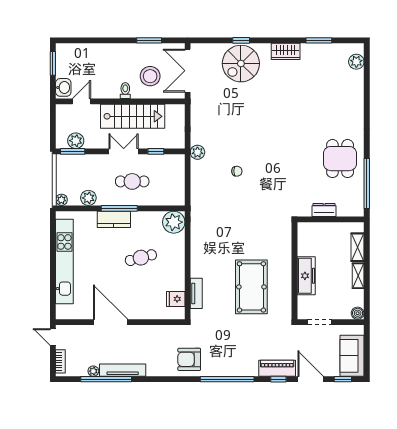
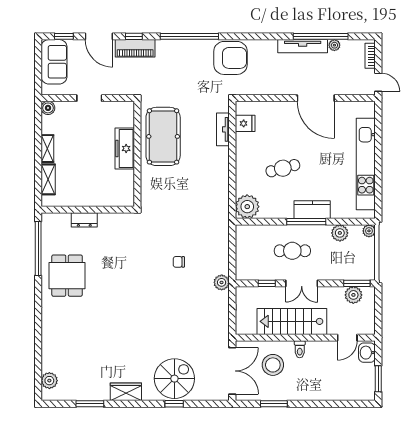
wall: (295, 271) -> (137, 154), moved
freezer: (306, 276) -> (125, 148), moved
armchair: (189, 359) -> (231, 58), width x1.36, depth x1.36

